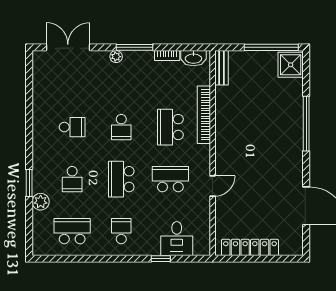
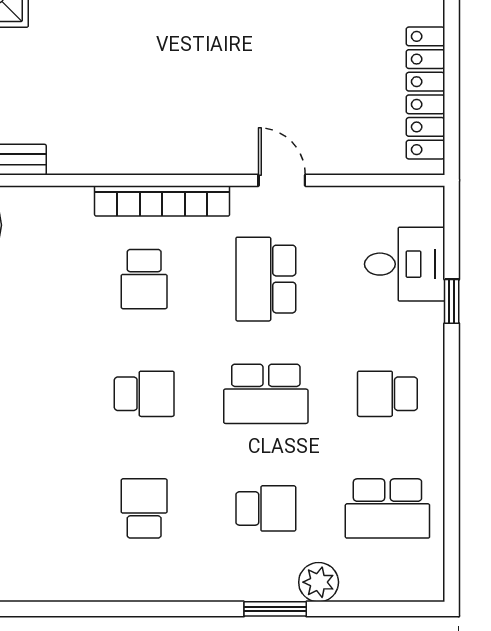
bookcase: (204, 115) -> (162, 201), moved
school desk: (170, 127) -> (144, 279), width x0.54
school desk: (72, 231) -> (387, 508), turned -90

